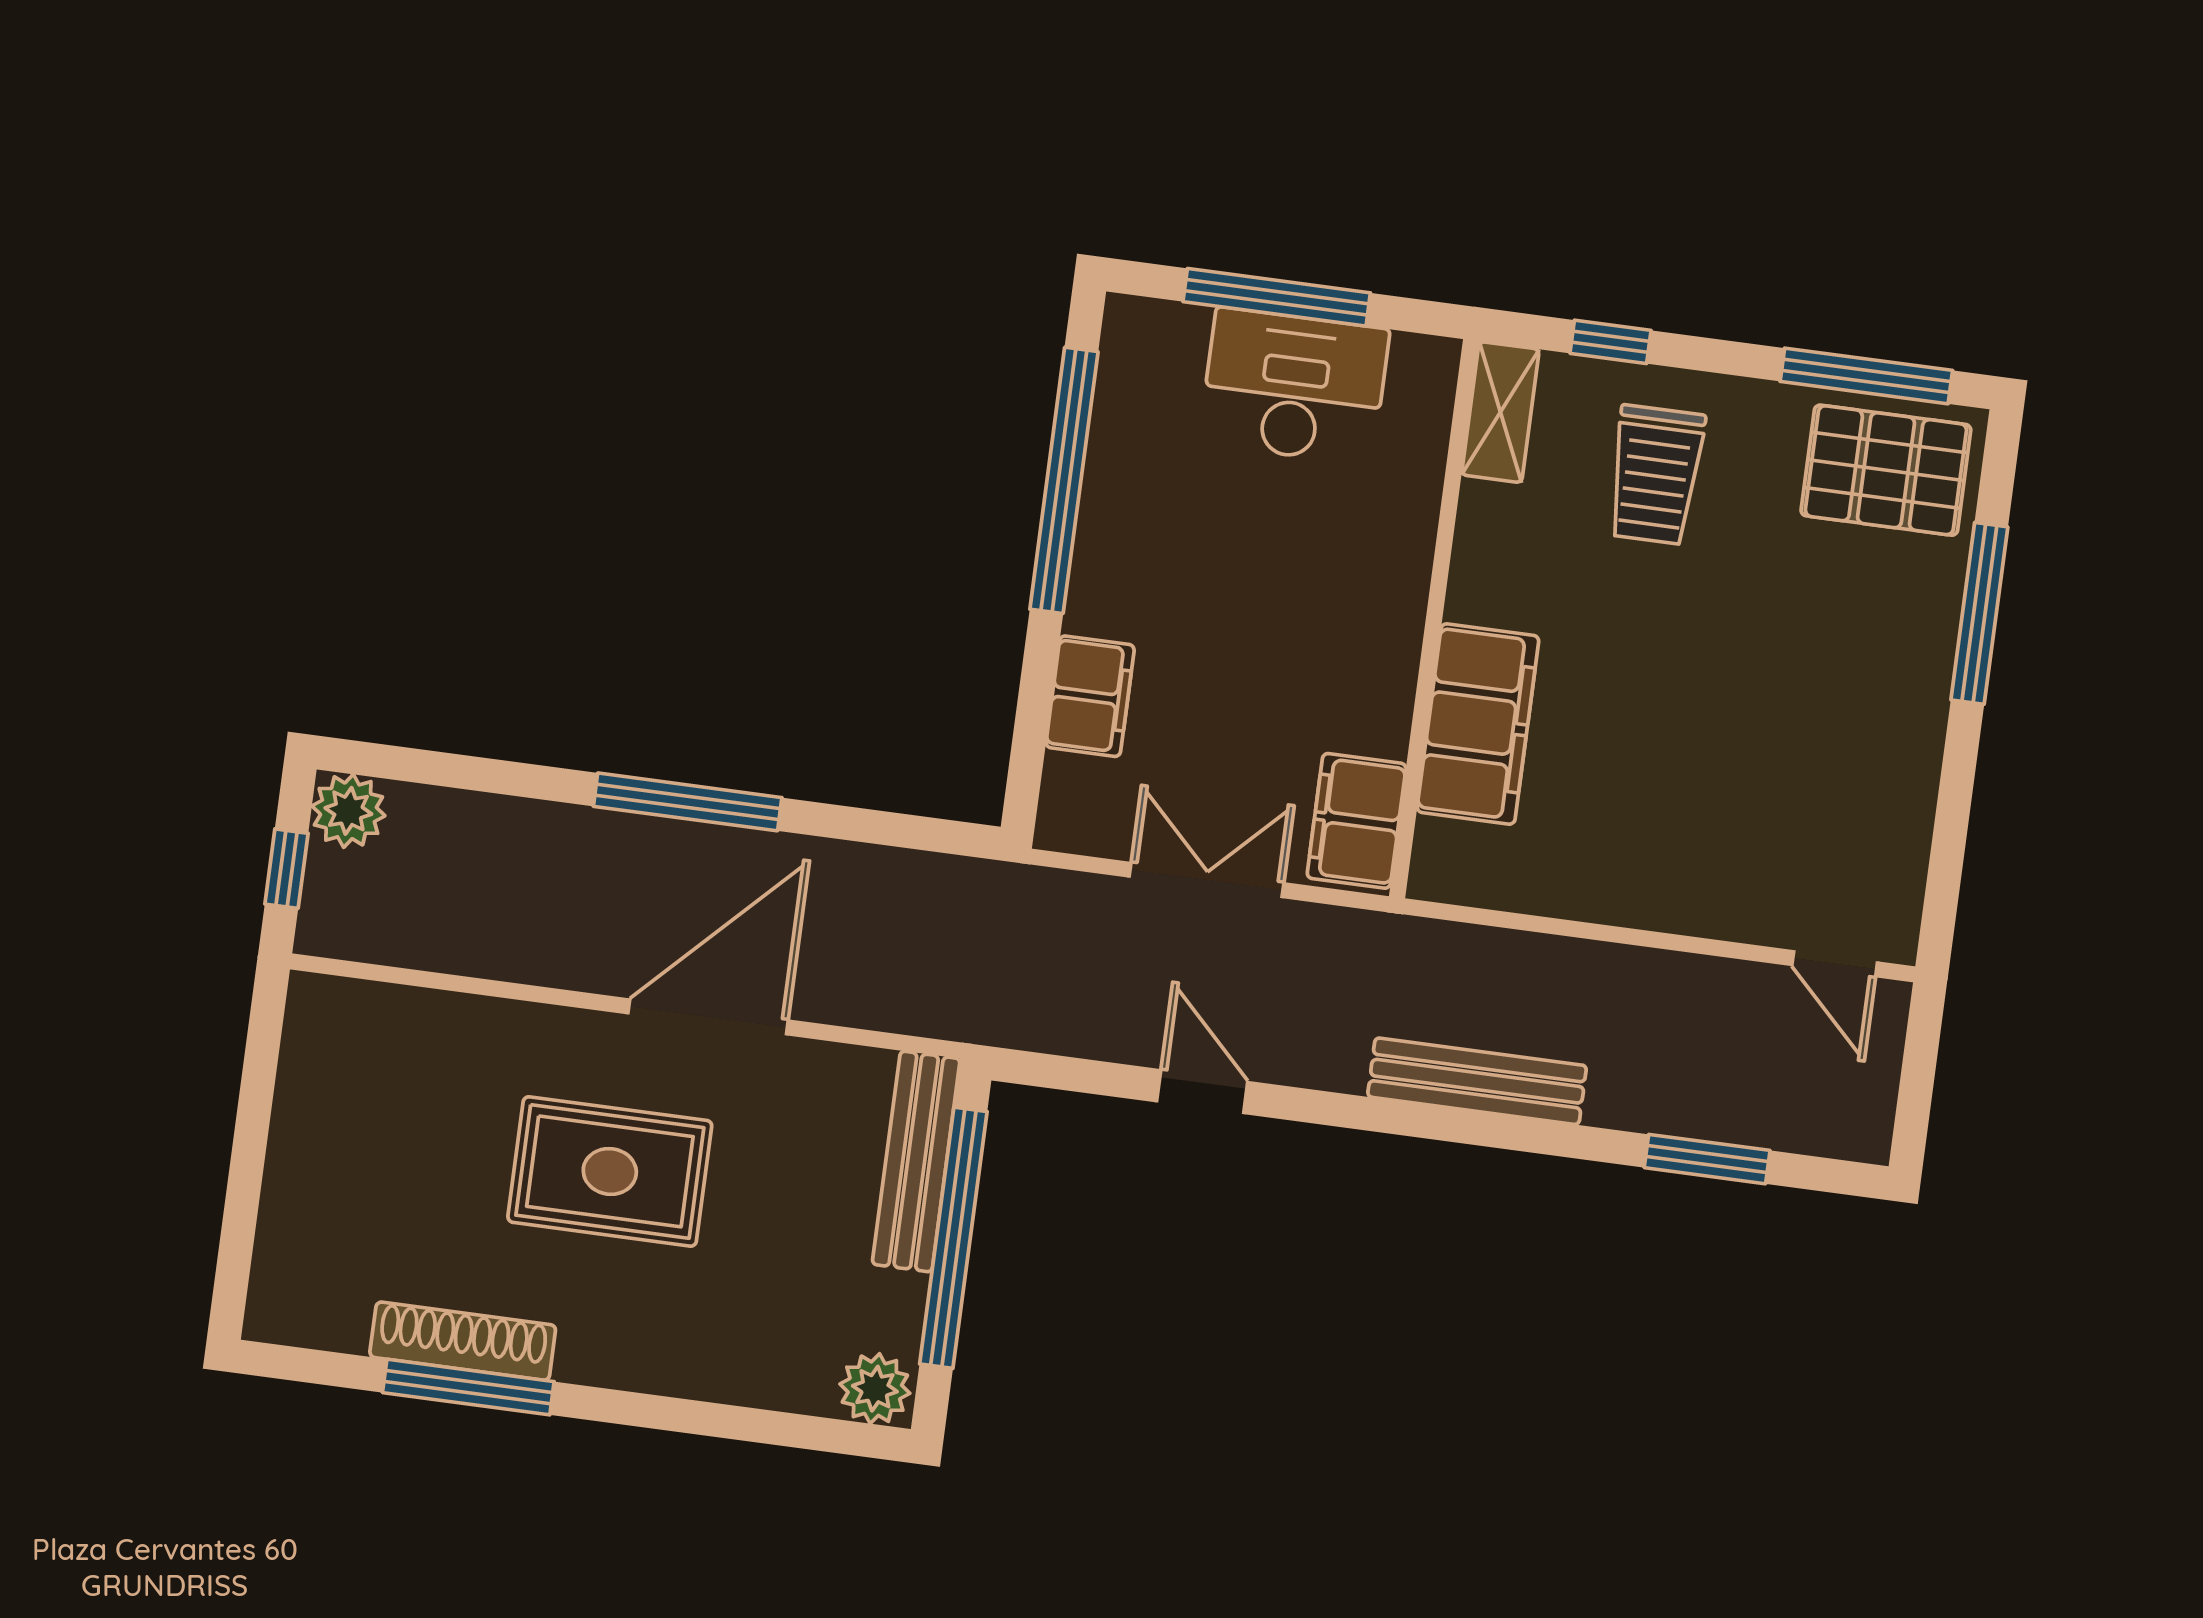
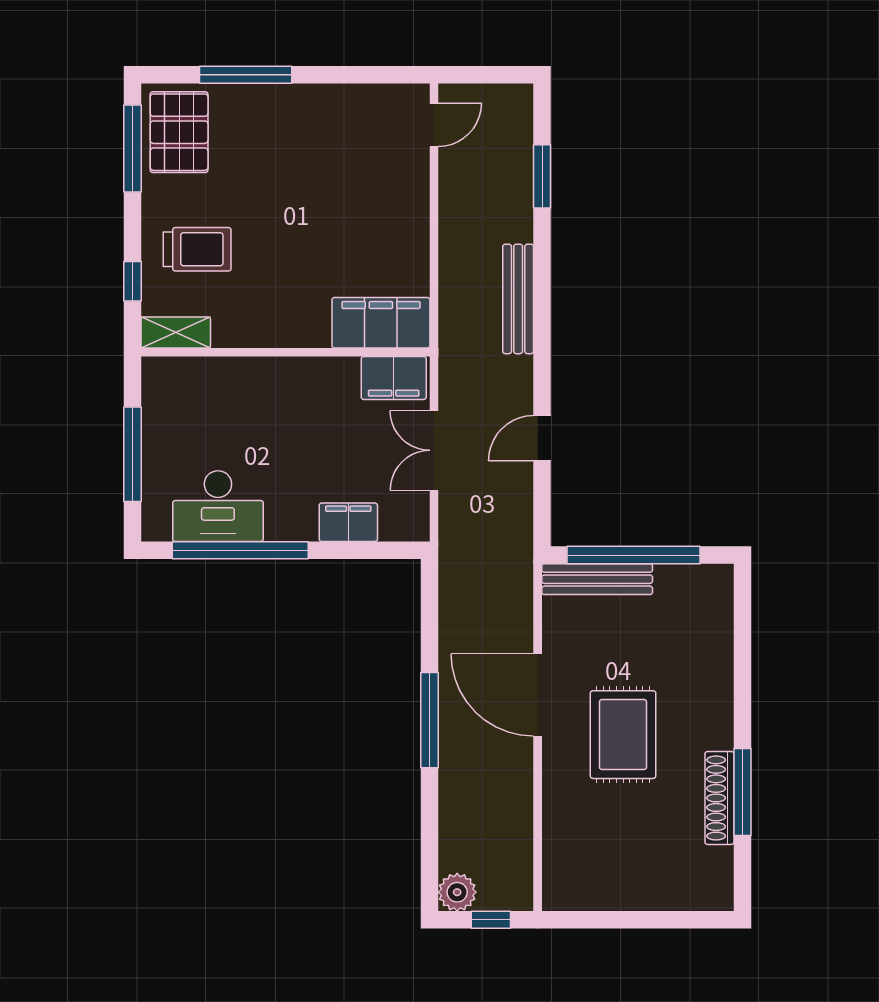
desk: (1294, 386) -> (218, 506), moved, turned -90
filing cabinet: (1478, 724) -> (381, 323), moved
plant: (875, 1389) -> (716, 585), removed

